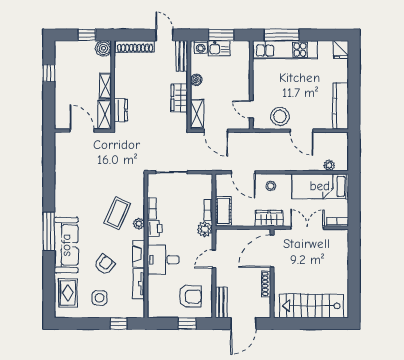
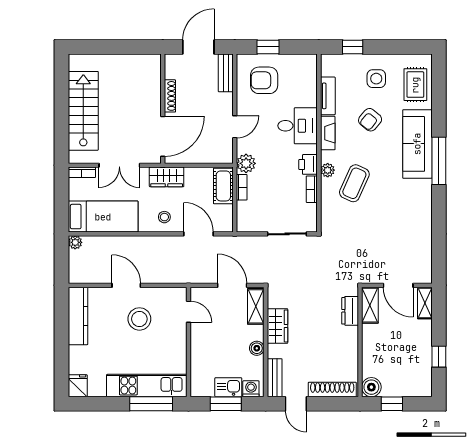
shelving: (105, 86) -> (425, 303), moved
stool: (280, 116) -> (139, 319), moved
plant: (329, 165) -> (75, 242), moved
stairs: (311, 306) -> (83, 111), moved, turned -90

